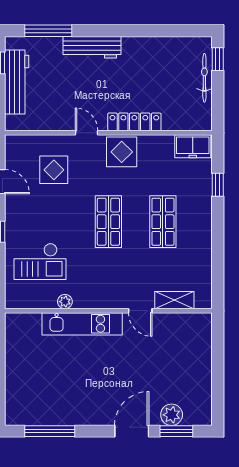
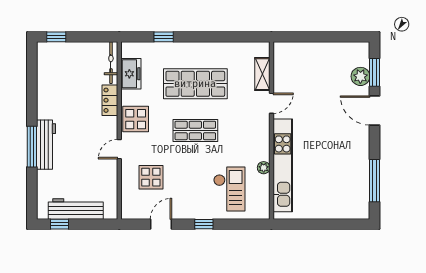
window: (48, 31) -> (32, 147), moved
bicycle: (204, 78) -> (111, 63), moved, turned 90
locker: (134, 122) -> (110, 100), width x0.66
freezer: (193, 146) -> (131, 74), moved
shop shelf: (163, 222) -> (195, 84), width x1.43, depth x1.36
kitchen unit: (82, 324) -> (283, 165), width x1.36

